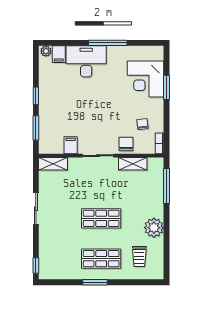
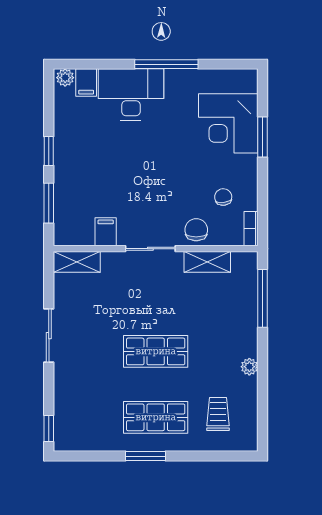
plant: (154, 228) -> (249, 367), width x0.53, depth x0.53
trolley: (139, 257) -> (218, 414), turned 180

